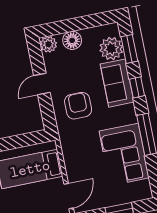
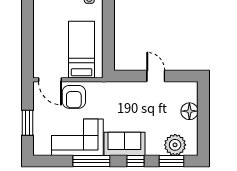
plant: (48, 44) -> (190, 89), removed
sofa: (117, 83) -> (124, 144), moved
armchair: (78, 106) -> (74, 97), moved, turned 90

